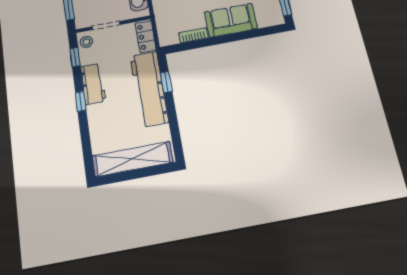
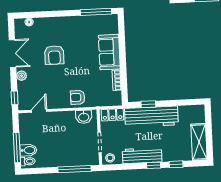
window: (75, 57) -> (176, 164), moved
workbench: (93, 84) -> (142, 156), width x1.38
shelving: (132, 159) -> (199, 142), width x0.68

